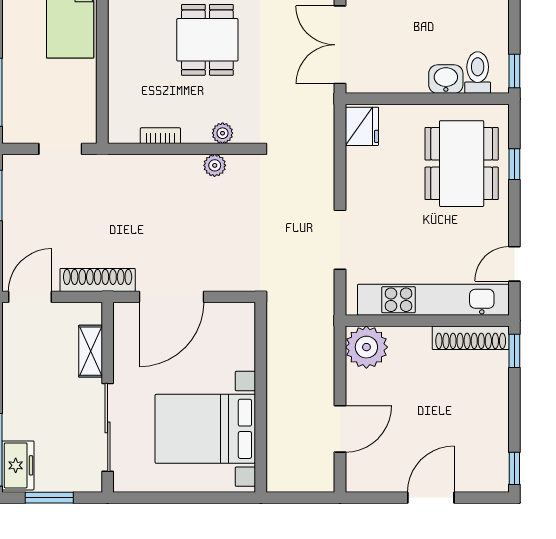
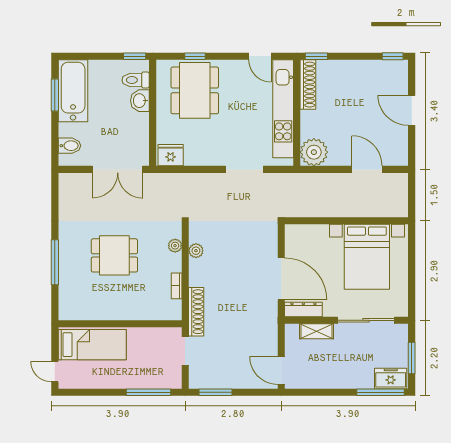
dining table: (462, 164) -> (195, 90), turned 90
shoe rack: (98, 280) -> (196, 312), moved, turned 180
dresser: (124, 331) -> (303, 310), added

